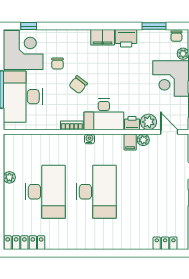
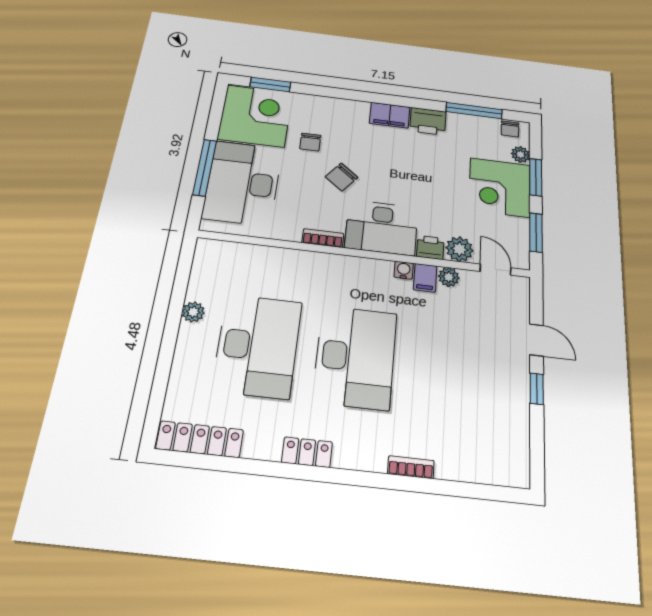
window: (29, 26) -> (270, 84), width x1.50
window: (154, 26) -> (474, 111), width x1.44
water cooler: (89, 139) -> (404, 270), moved
locker: (165, 243) -> (307, 452), moved
bookcase: (129, 245) -> (411, 467), added

